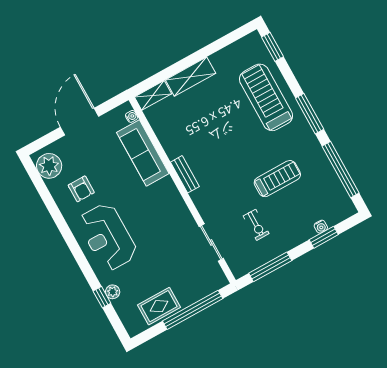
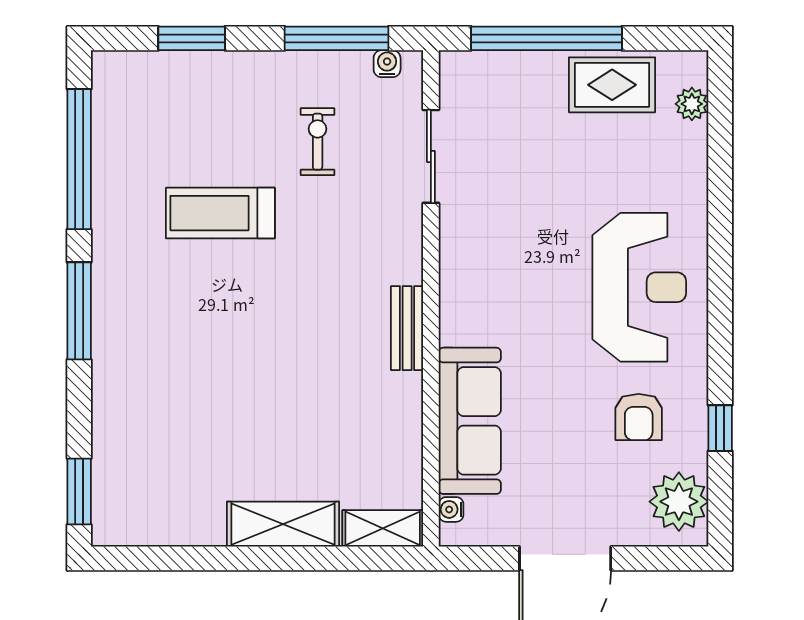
treadmill: (266, 97) -> (151, 394), removed
armchair: (81, 189) -> (639, 417), turned 180
water cooler: (321, 227) -> (387, 64), moved
plant: (113, 292) -> (692, 104), moved
window: (102, 297) -> (720, 428), moved

